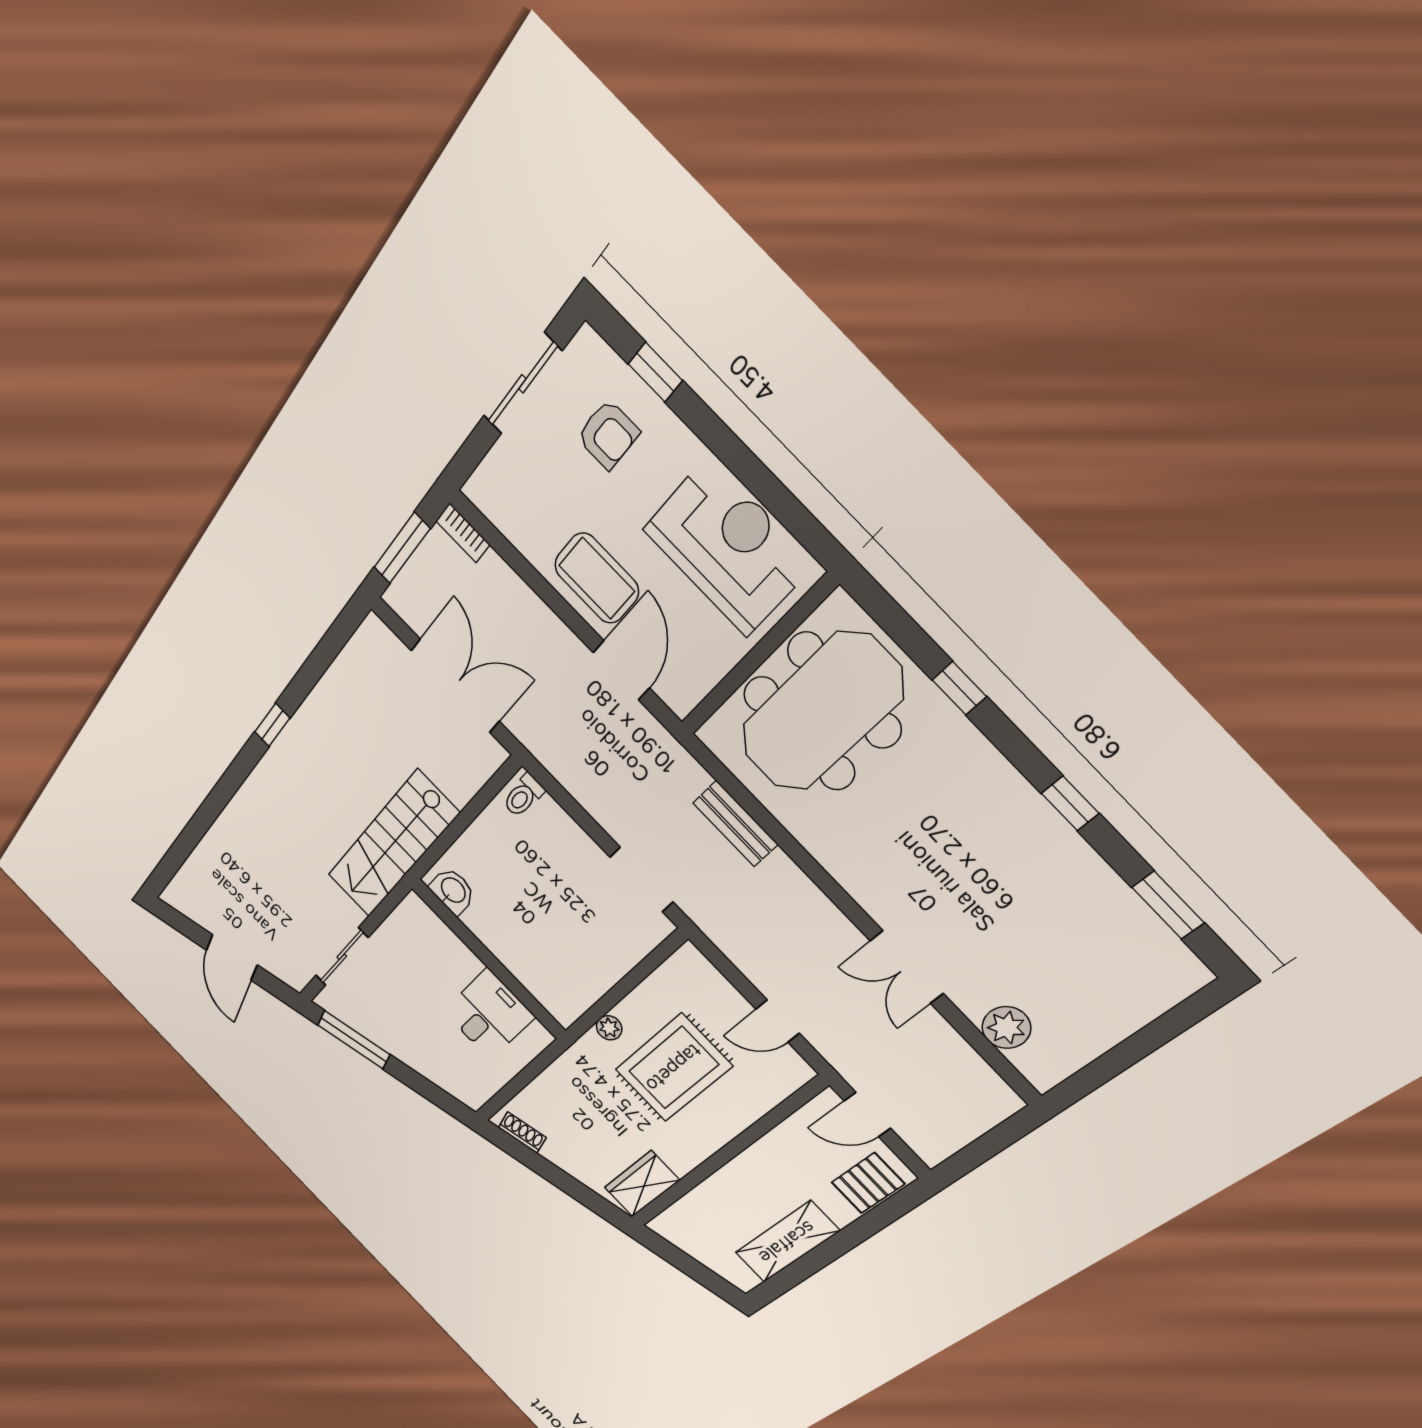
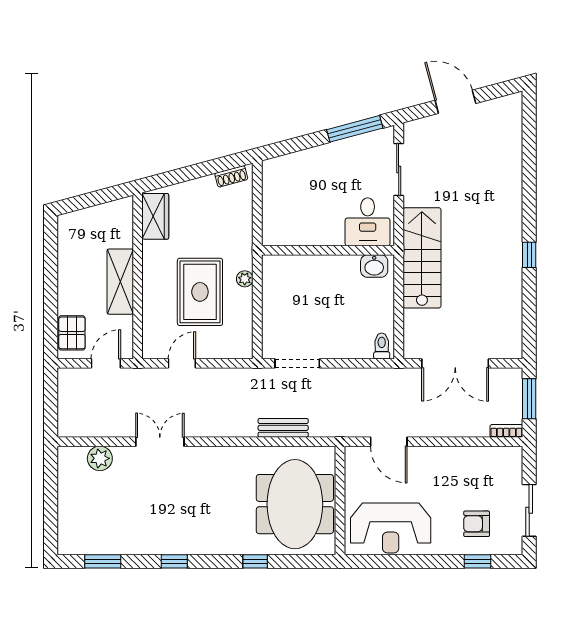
coffee table: (597, 578) -> (432, 467), removed
desk: (489, 1014) -> (368, 222), moved
shelving: (787, 1242) -> (120, 282), moved

